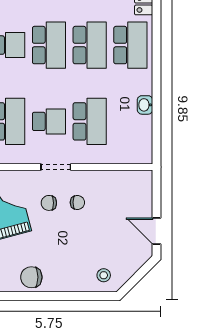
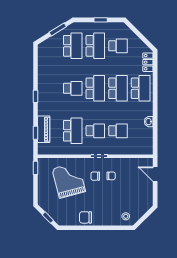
school desk: (90, 121) -> (118, 131), width x0.54
door: (156, 231) -> (155, 174), moved

